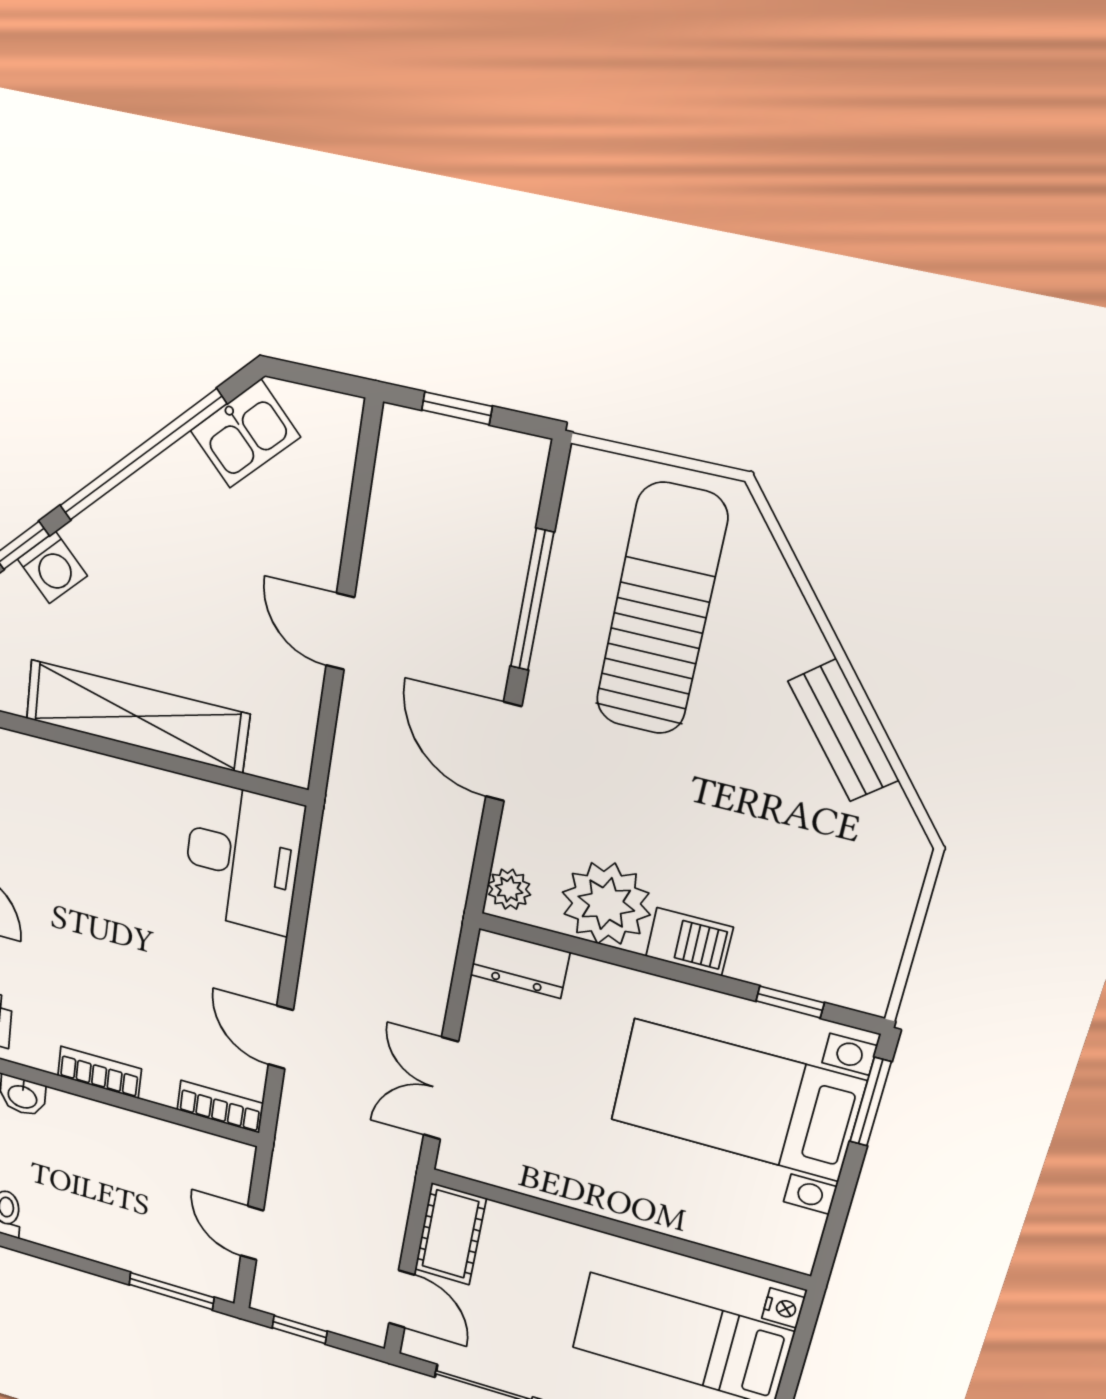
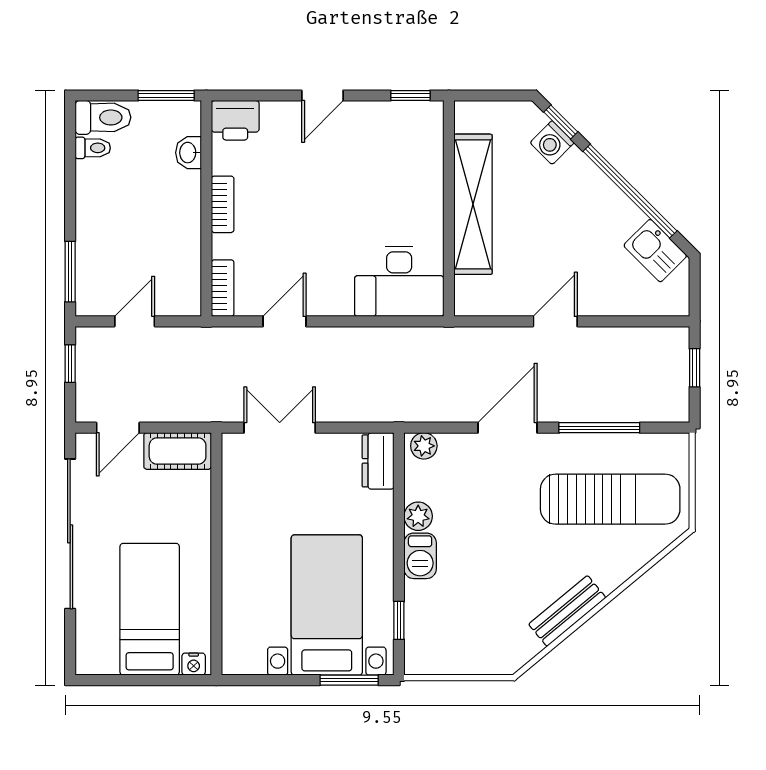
plant: (606, 904) -> (418, 516), width x0.53, depth x0.53

